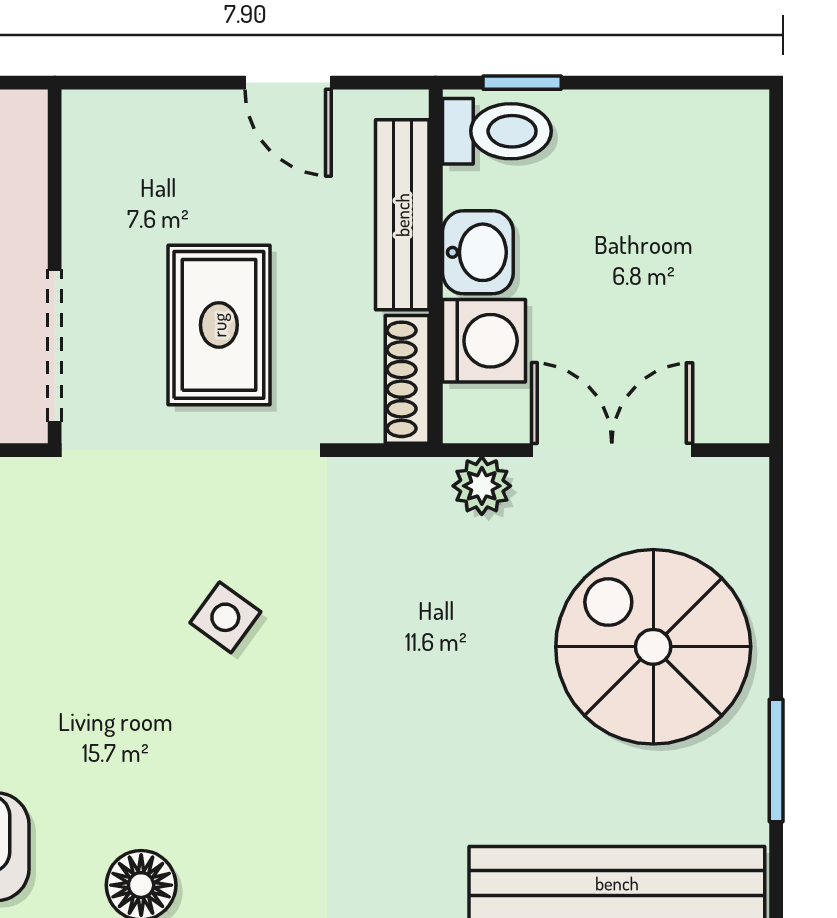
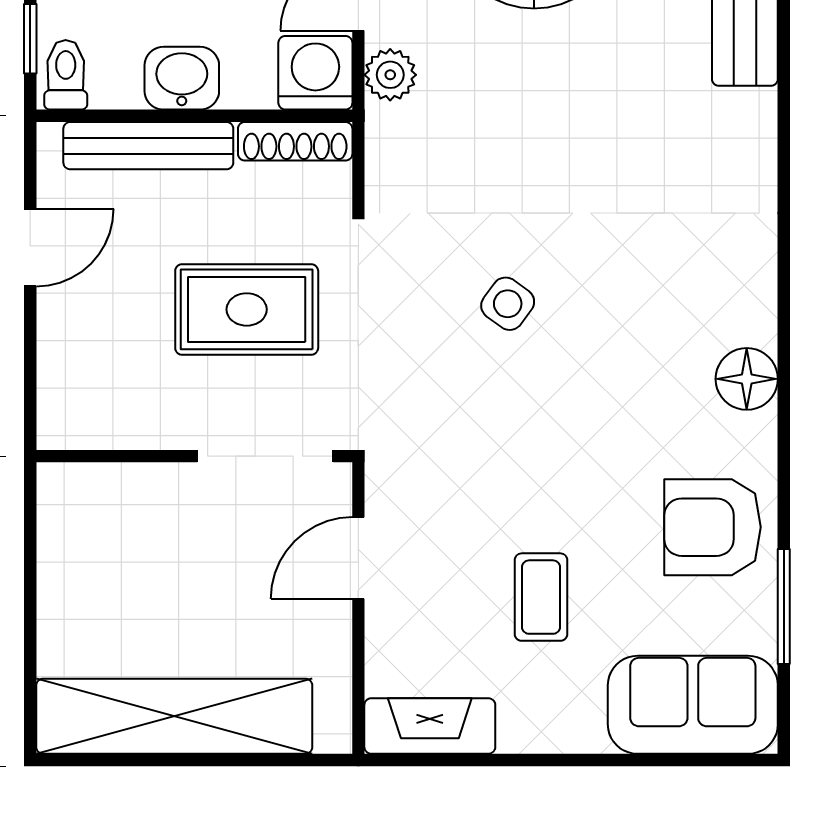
toilet: (497, 131) -> (66, 75), width x0.73, depth x0.72
washing machine: (484, 341) -> (315, 73), moved

